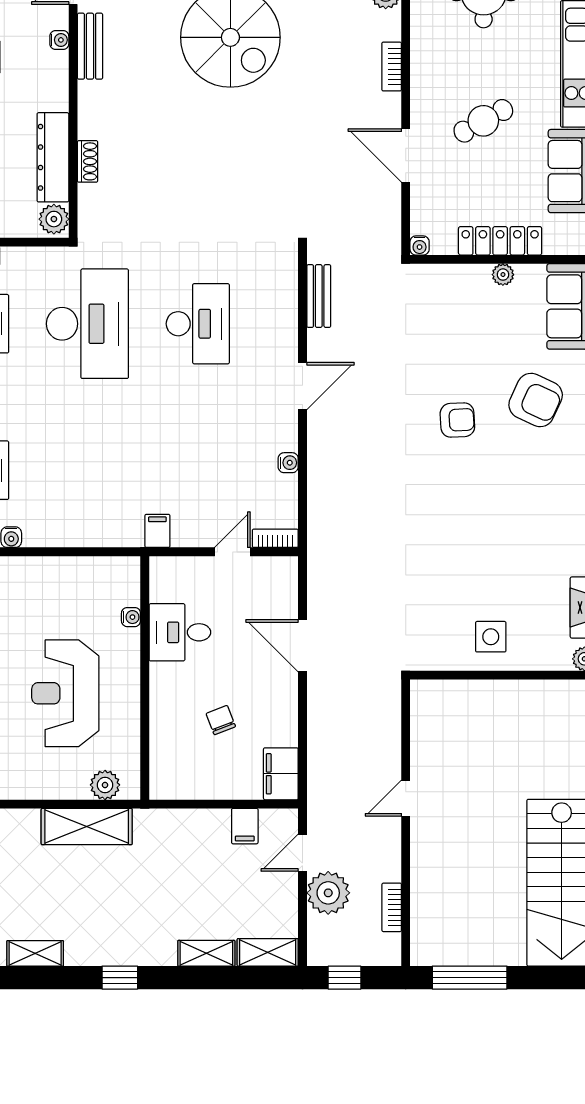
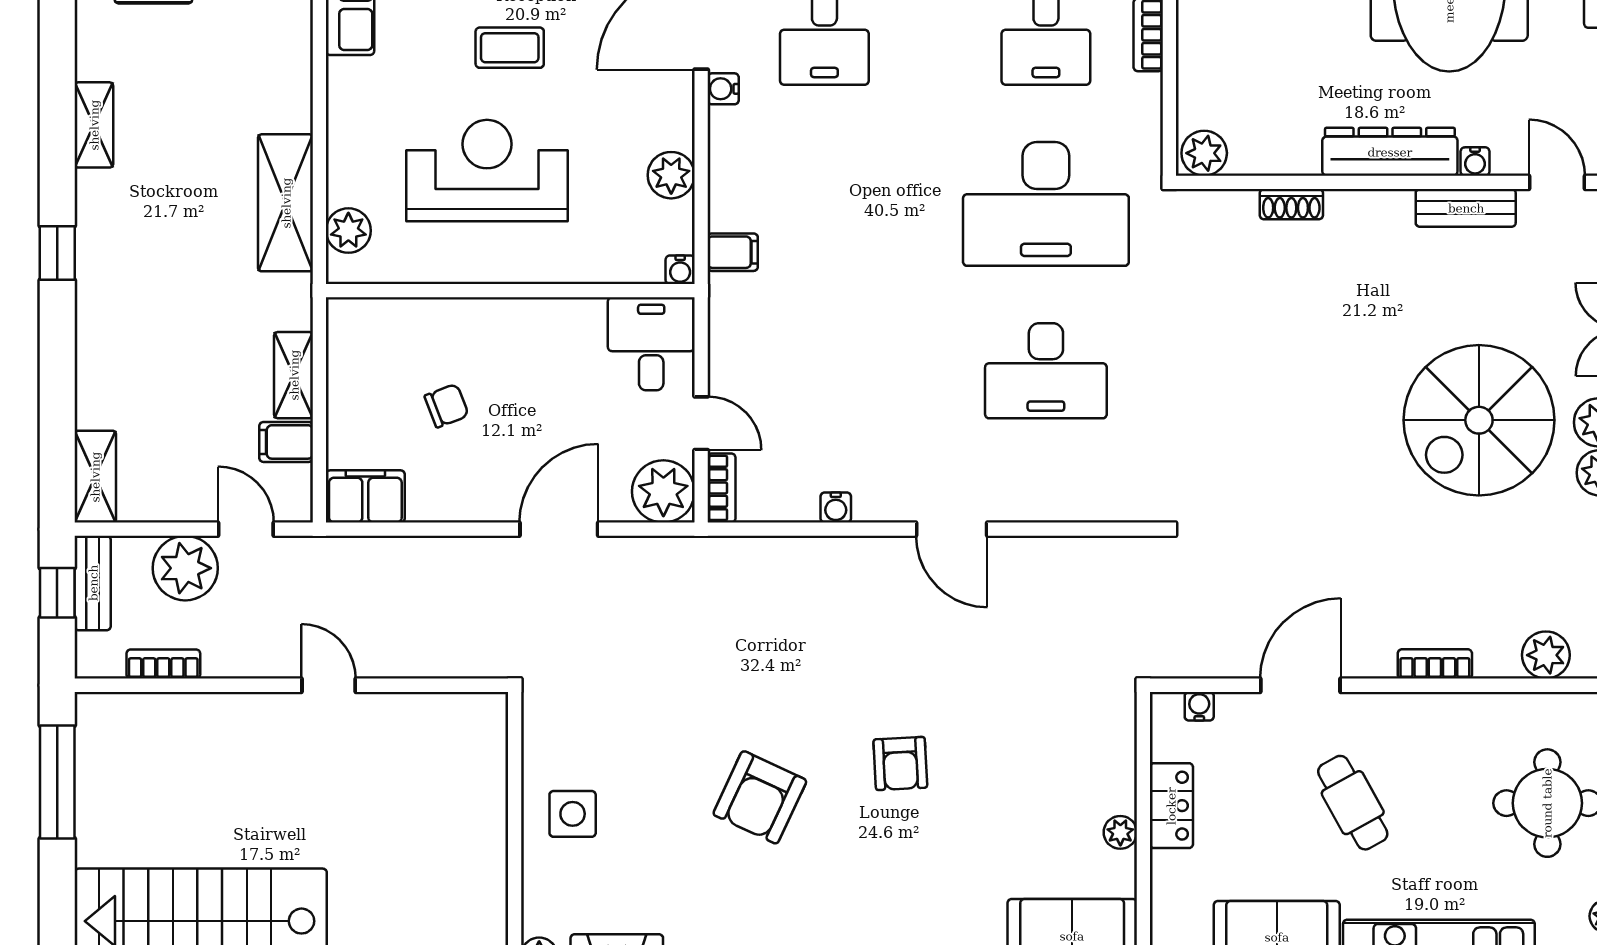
dresser: (53, 157) -> (1390, 152), moved
locker: (500, 241) -> (1171, 806), width x0.66
water cooler: (420, 245) -> (1199, 706), moved, turned 90
bench: (319, 296) -> (93, 583), moved, turned 90
armchair: (536, 400) -> (760, 797), moved
filing cabinet: (157, 531) -> (733, 252), moved
plant: (68, 572) -> (671, 175), added
plant: (278, 577) -> (663, 491), added
water cooler: (131, 617) -> (680, 270), moved
desk: (180, 632) -> (651, 344), moved
shelving: (206, 953) -> (294, 375), moved

